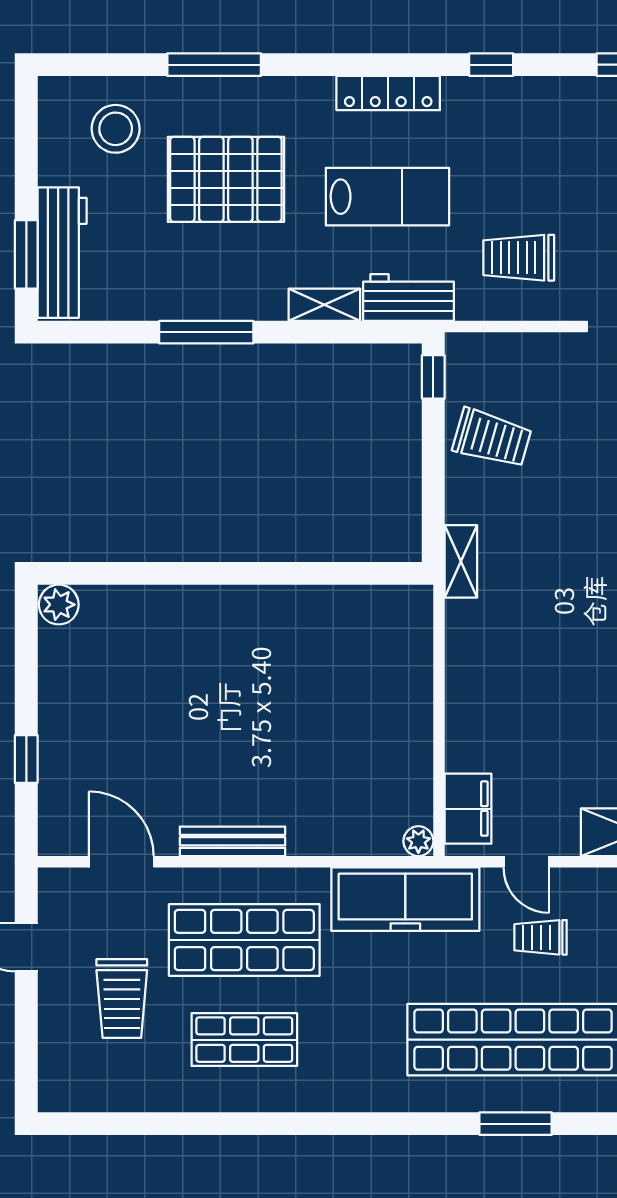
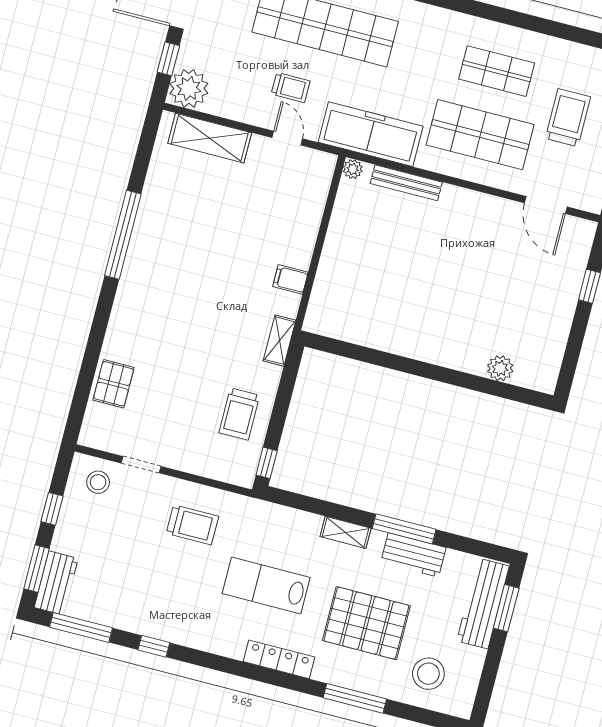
window: (491, 65) -> (154, 646), moved
locker: (388, 93) -> (279, 659), moved
workbench: (408, 297) -> (413, 555), moved
shelving: (324, 305) -> (346, 532), moved
trolley: (492, 438) -> (239, 414), turned -106
plant: (59, 605) -> (500, 368), moved
filing cabinet: (468, 809) -> (290, 279), moved, width x0.50
bench: (233, 841) -> (406, 183), moved

